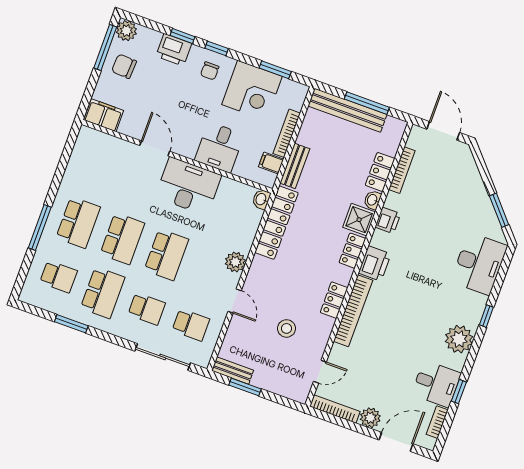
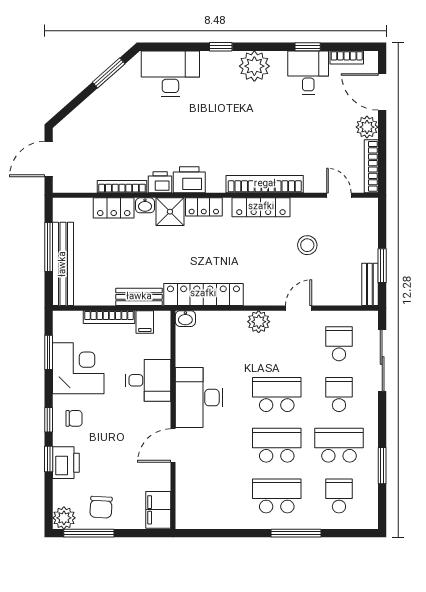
bookcase: (402, 170) -> (122, 187), moved
printer: (375, 263) -> (189, 180), moved
locker: (334, 300) -> (261, 207), width x1.53

